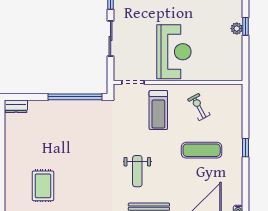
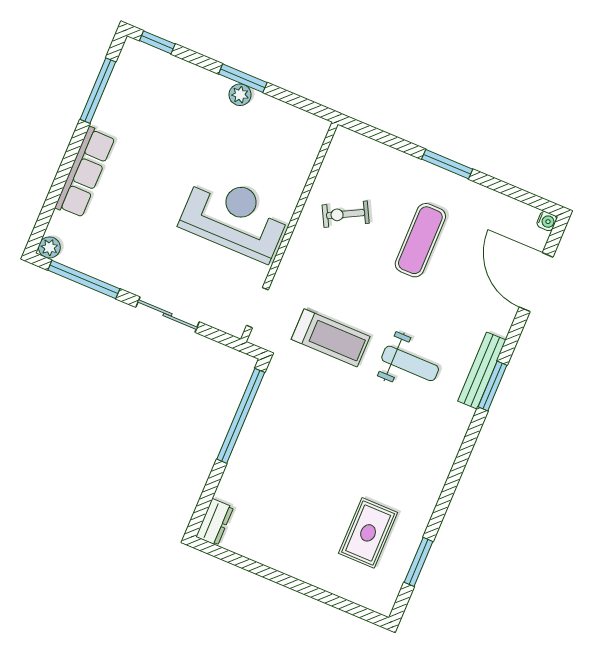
window: (246, 26) -> (243, 78), width x1.50
treadmill: (158, 110) -> (331, 338), moved
window: (246, 148) -> (447, 164), width x1.50
rug: (43, 186) -> (368, 533), turned 90

